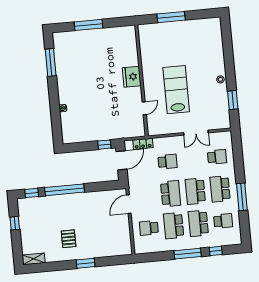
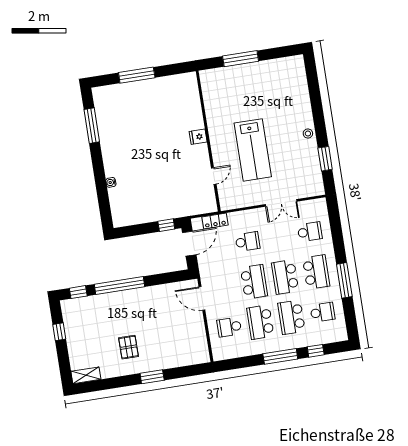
fridge: (132, 77) -> (198, 137), width x0.53, depth x0.75
lab bench: (176, 90) -> (253, 150), turned 180
school desk: (220, 189) -> (316, 272), turned 180
door: (129, 204) -> (202, 298), hinge flipped

